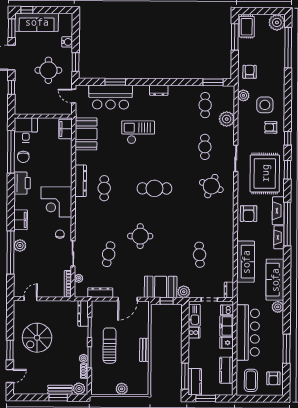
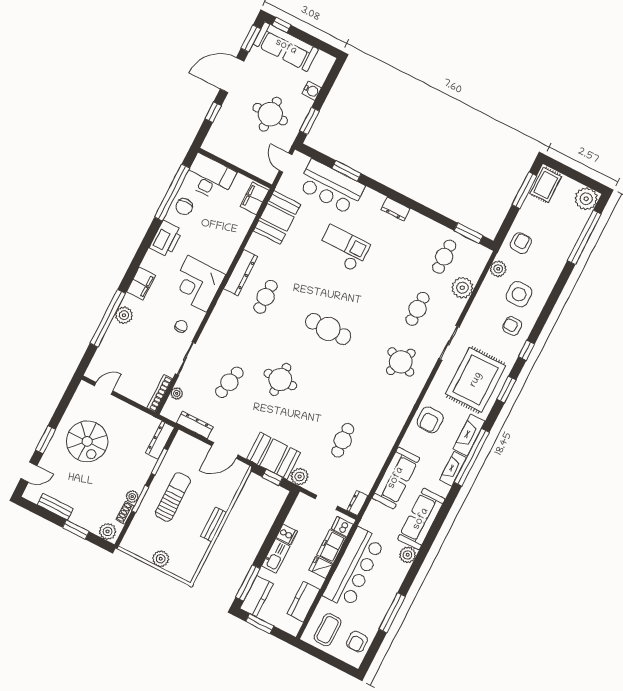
desk: (26, 130) -> (210, 177), width x1.37
kitchen sink: (194, 315) -> (276, 556), moved
spiral stairs: (37, 338) -> (87, 441), turned -90
bench: (60, 390) -> (55, 507), moved

